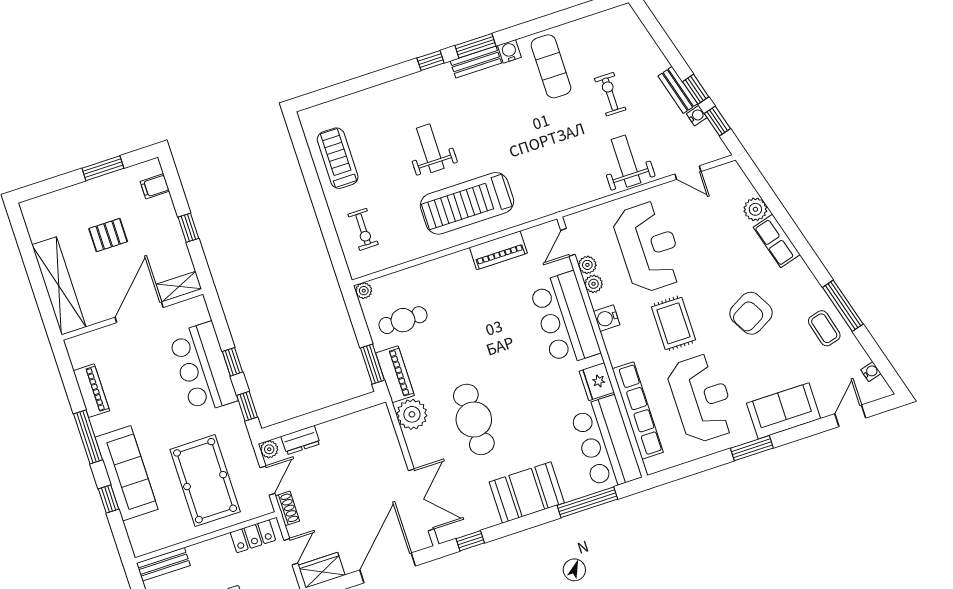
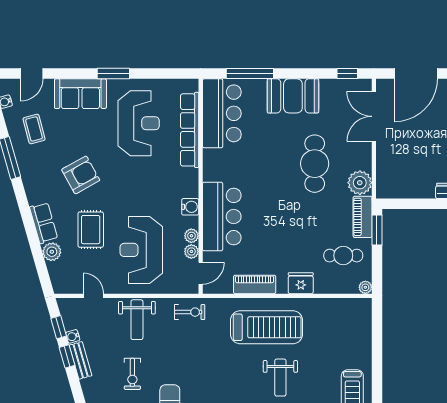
exercise bike: (363, 229) -> (190, 312), moved, turned 90
rug: (673, 323) -> (91, 230), moved
coffee table: (824, 328) -> (34, 129), moved
fridge: (597, 382) -> (301, 283), moved, turned -90
reception desk: (702, 398) -> (139, 123), turned 180

